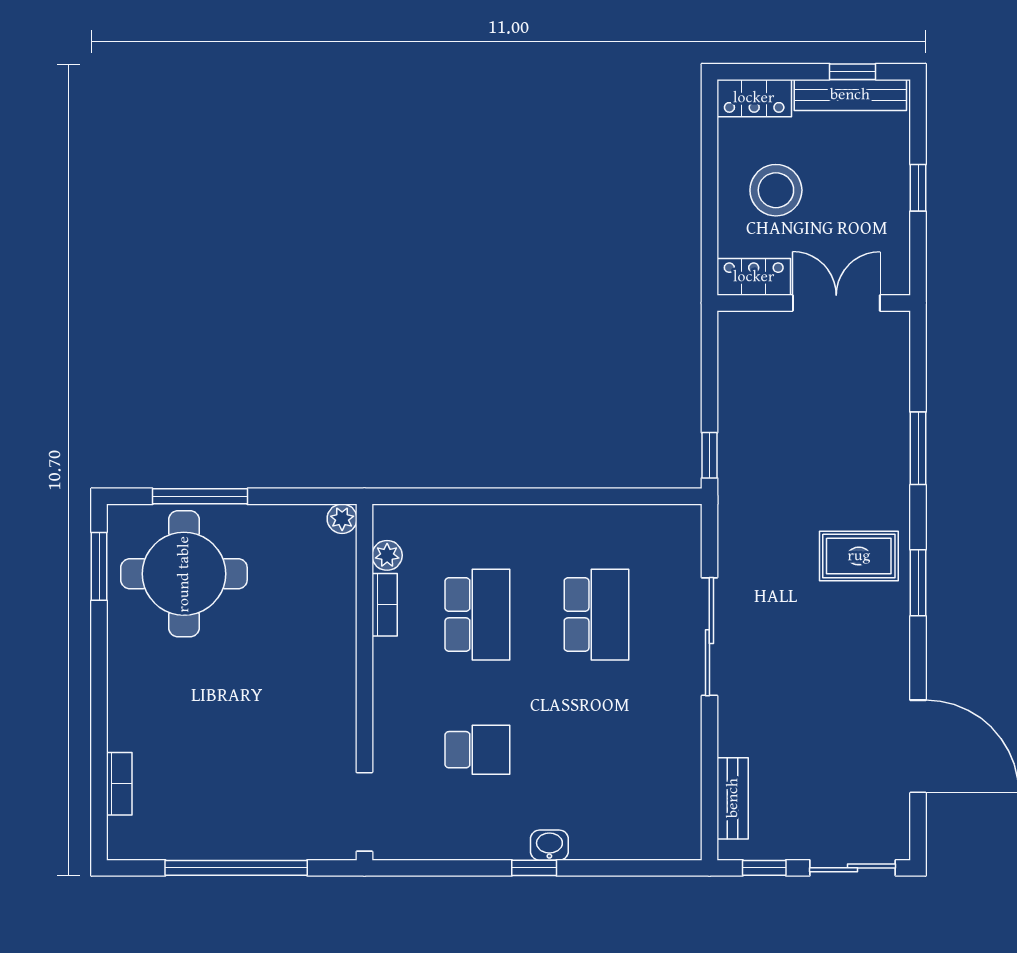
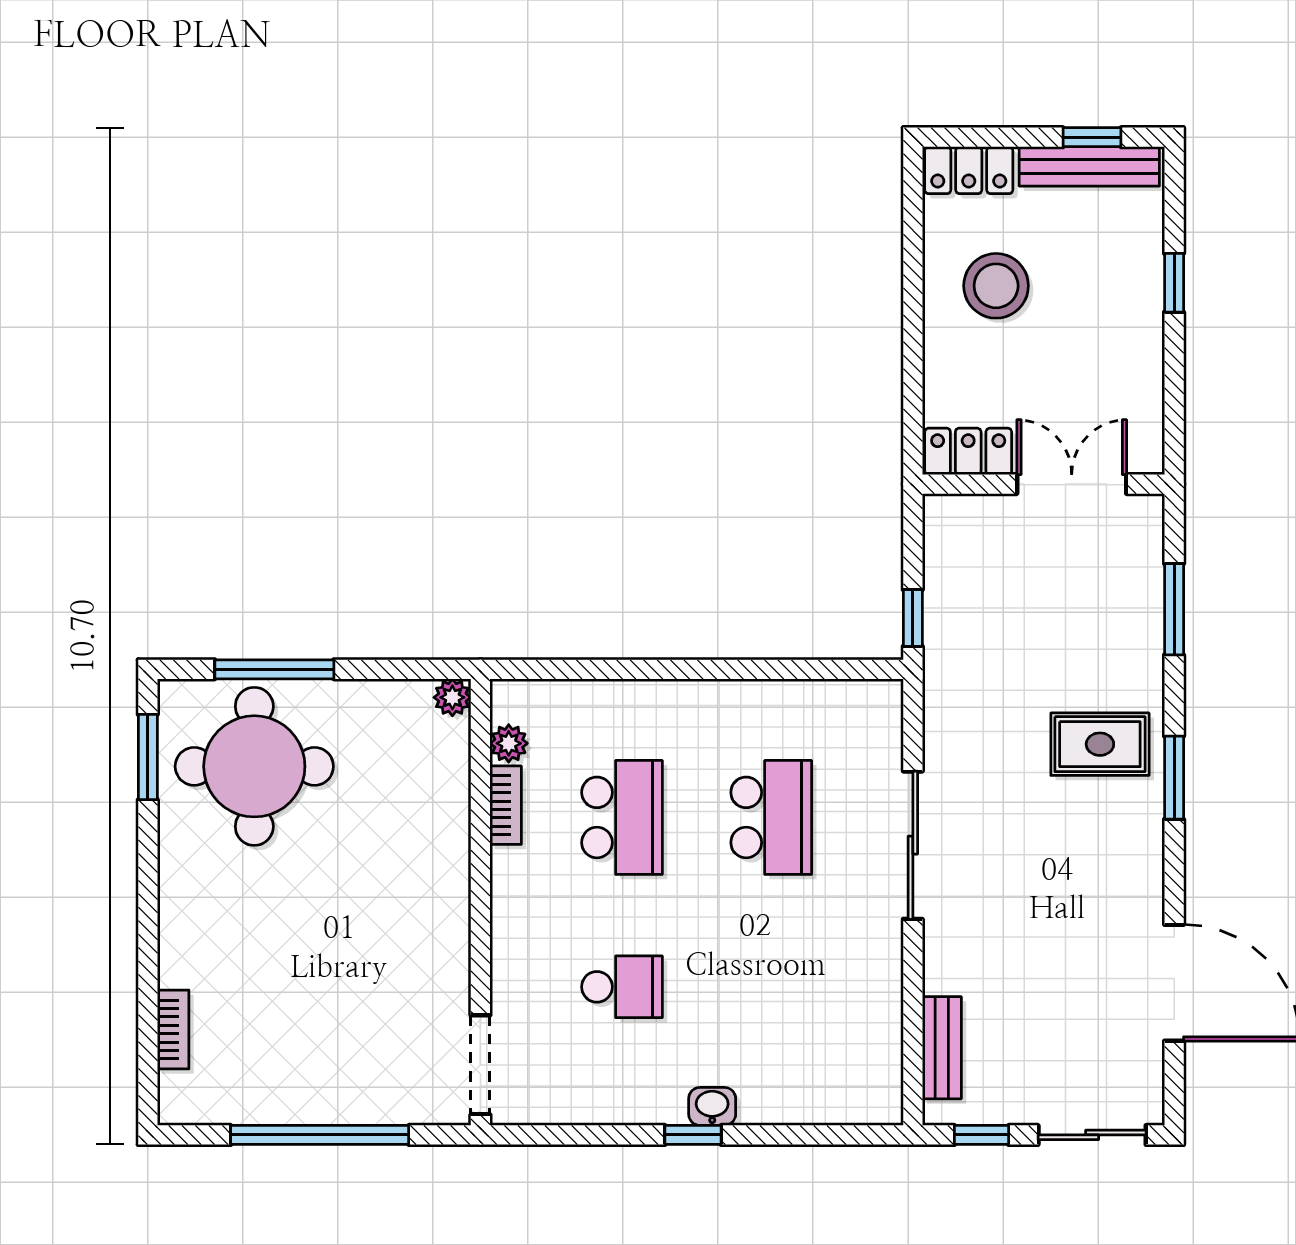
locker: (754, 277) -> (968, 451), moved
wall: (814, 303) -> (1043, 484), moved
double door: (836, 303) -> (1072, 484), moved

